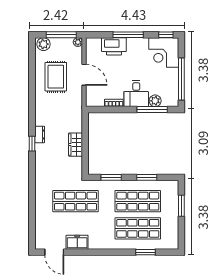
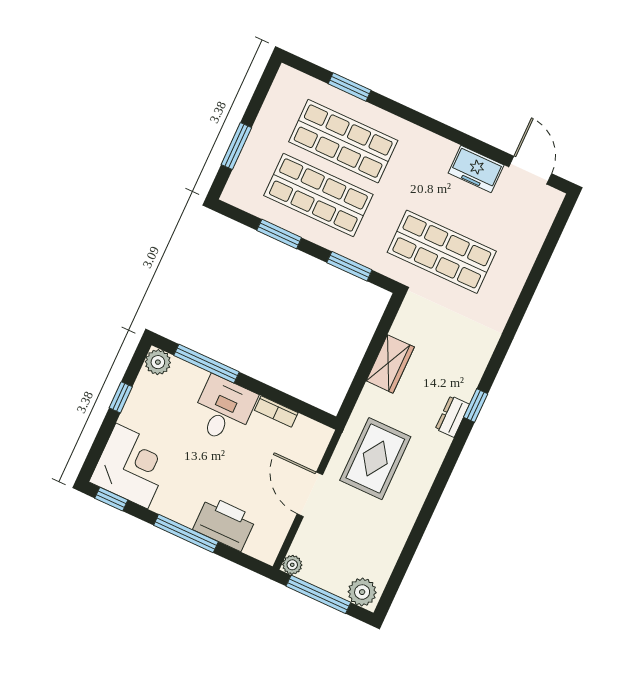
rug: (56, 77) -> (375, 459), moved
window: (181, 79) -> (121, 397), width x0.32
plant: (155, 101) -> (158, 362), moved

